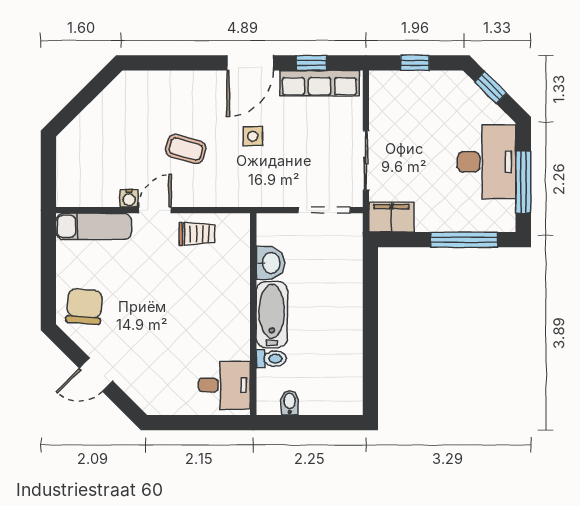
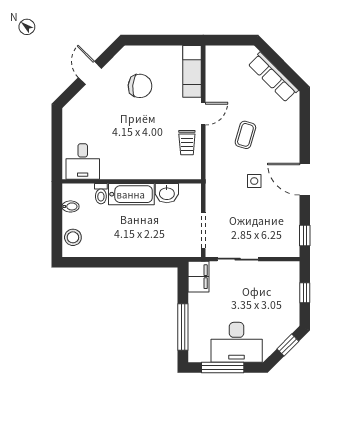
window: (312, 63) -> (305, 236), moved
row of seats: (320, 83) -> (273, 77), moved, turned -45
water cooler: (129, 198) -> (211, 96), removed
door: (155, 210) -> (203, 114), hinge flipped
chair: (84, 307) -> (140, 86), moved
stool: (334, 399) -> (73, 237), added

